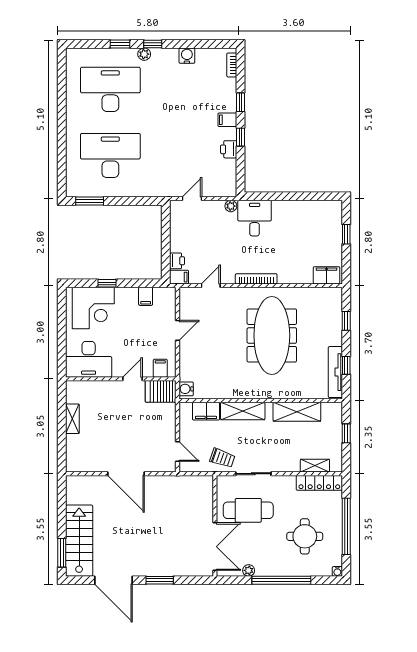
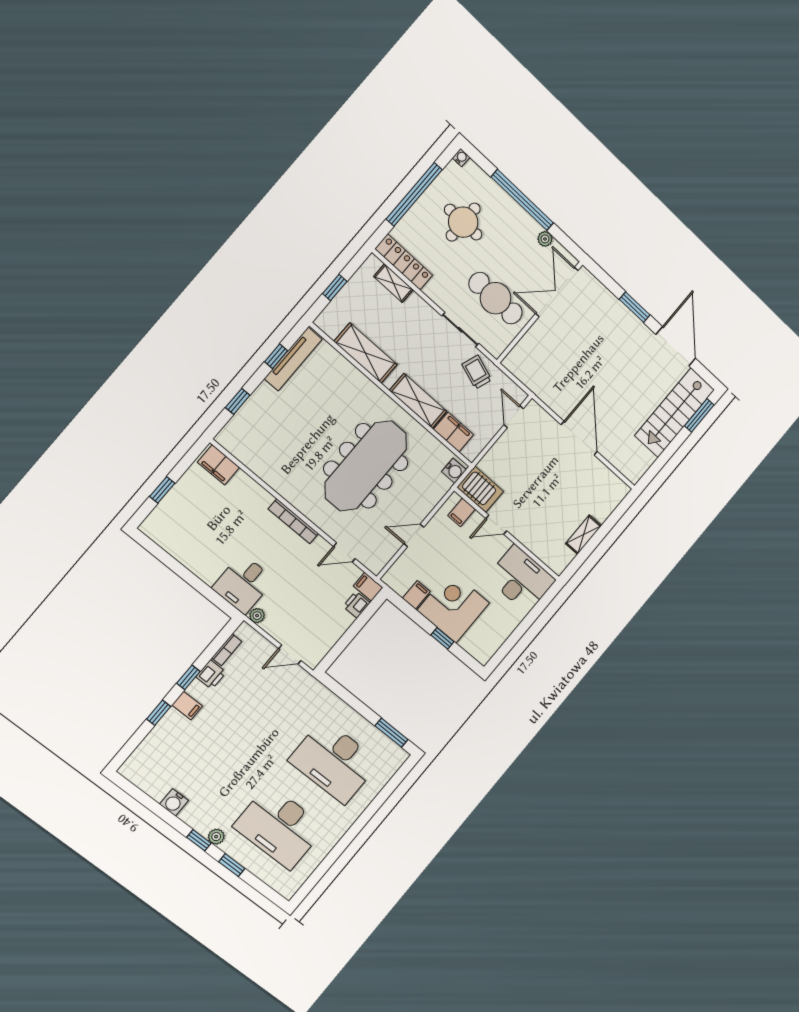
bookcase: (232, 65) -> (227, 650), moved
corner desk: (93, 308) -> (453, 607), moved
meeting table: (272, 335) -> (366, 466), moved

